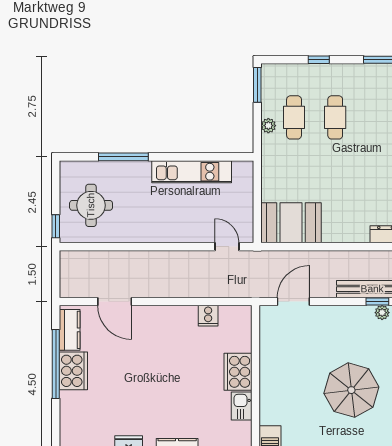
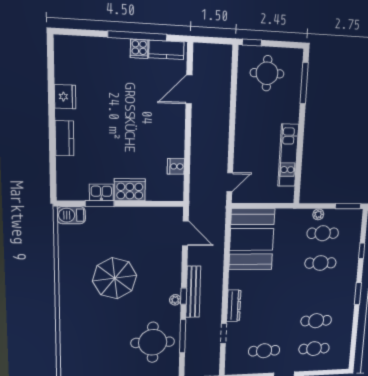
window: (123, 157) -> (304, 83), moved
booth: (291, 223) -> (252, 239), width x1.36, depth x1.42
cooker: (73, 371) -> (139, 49), width x0.53, depth x0.76
window: (255, 408) -> (100, 204), added

